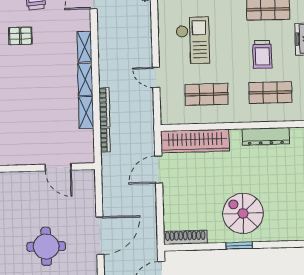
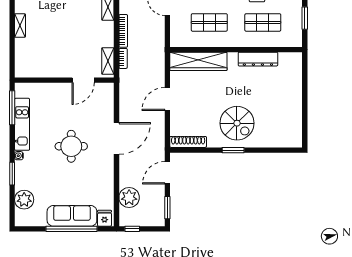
shelving: (86, 113) -> (108, 61), moved
door: (58, 167) -> (83, 80), hinge flipped
door: (159, 170) -> (167, 99), moved
spiral stairs: (243, 213) -> (237, 123), turned 180

